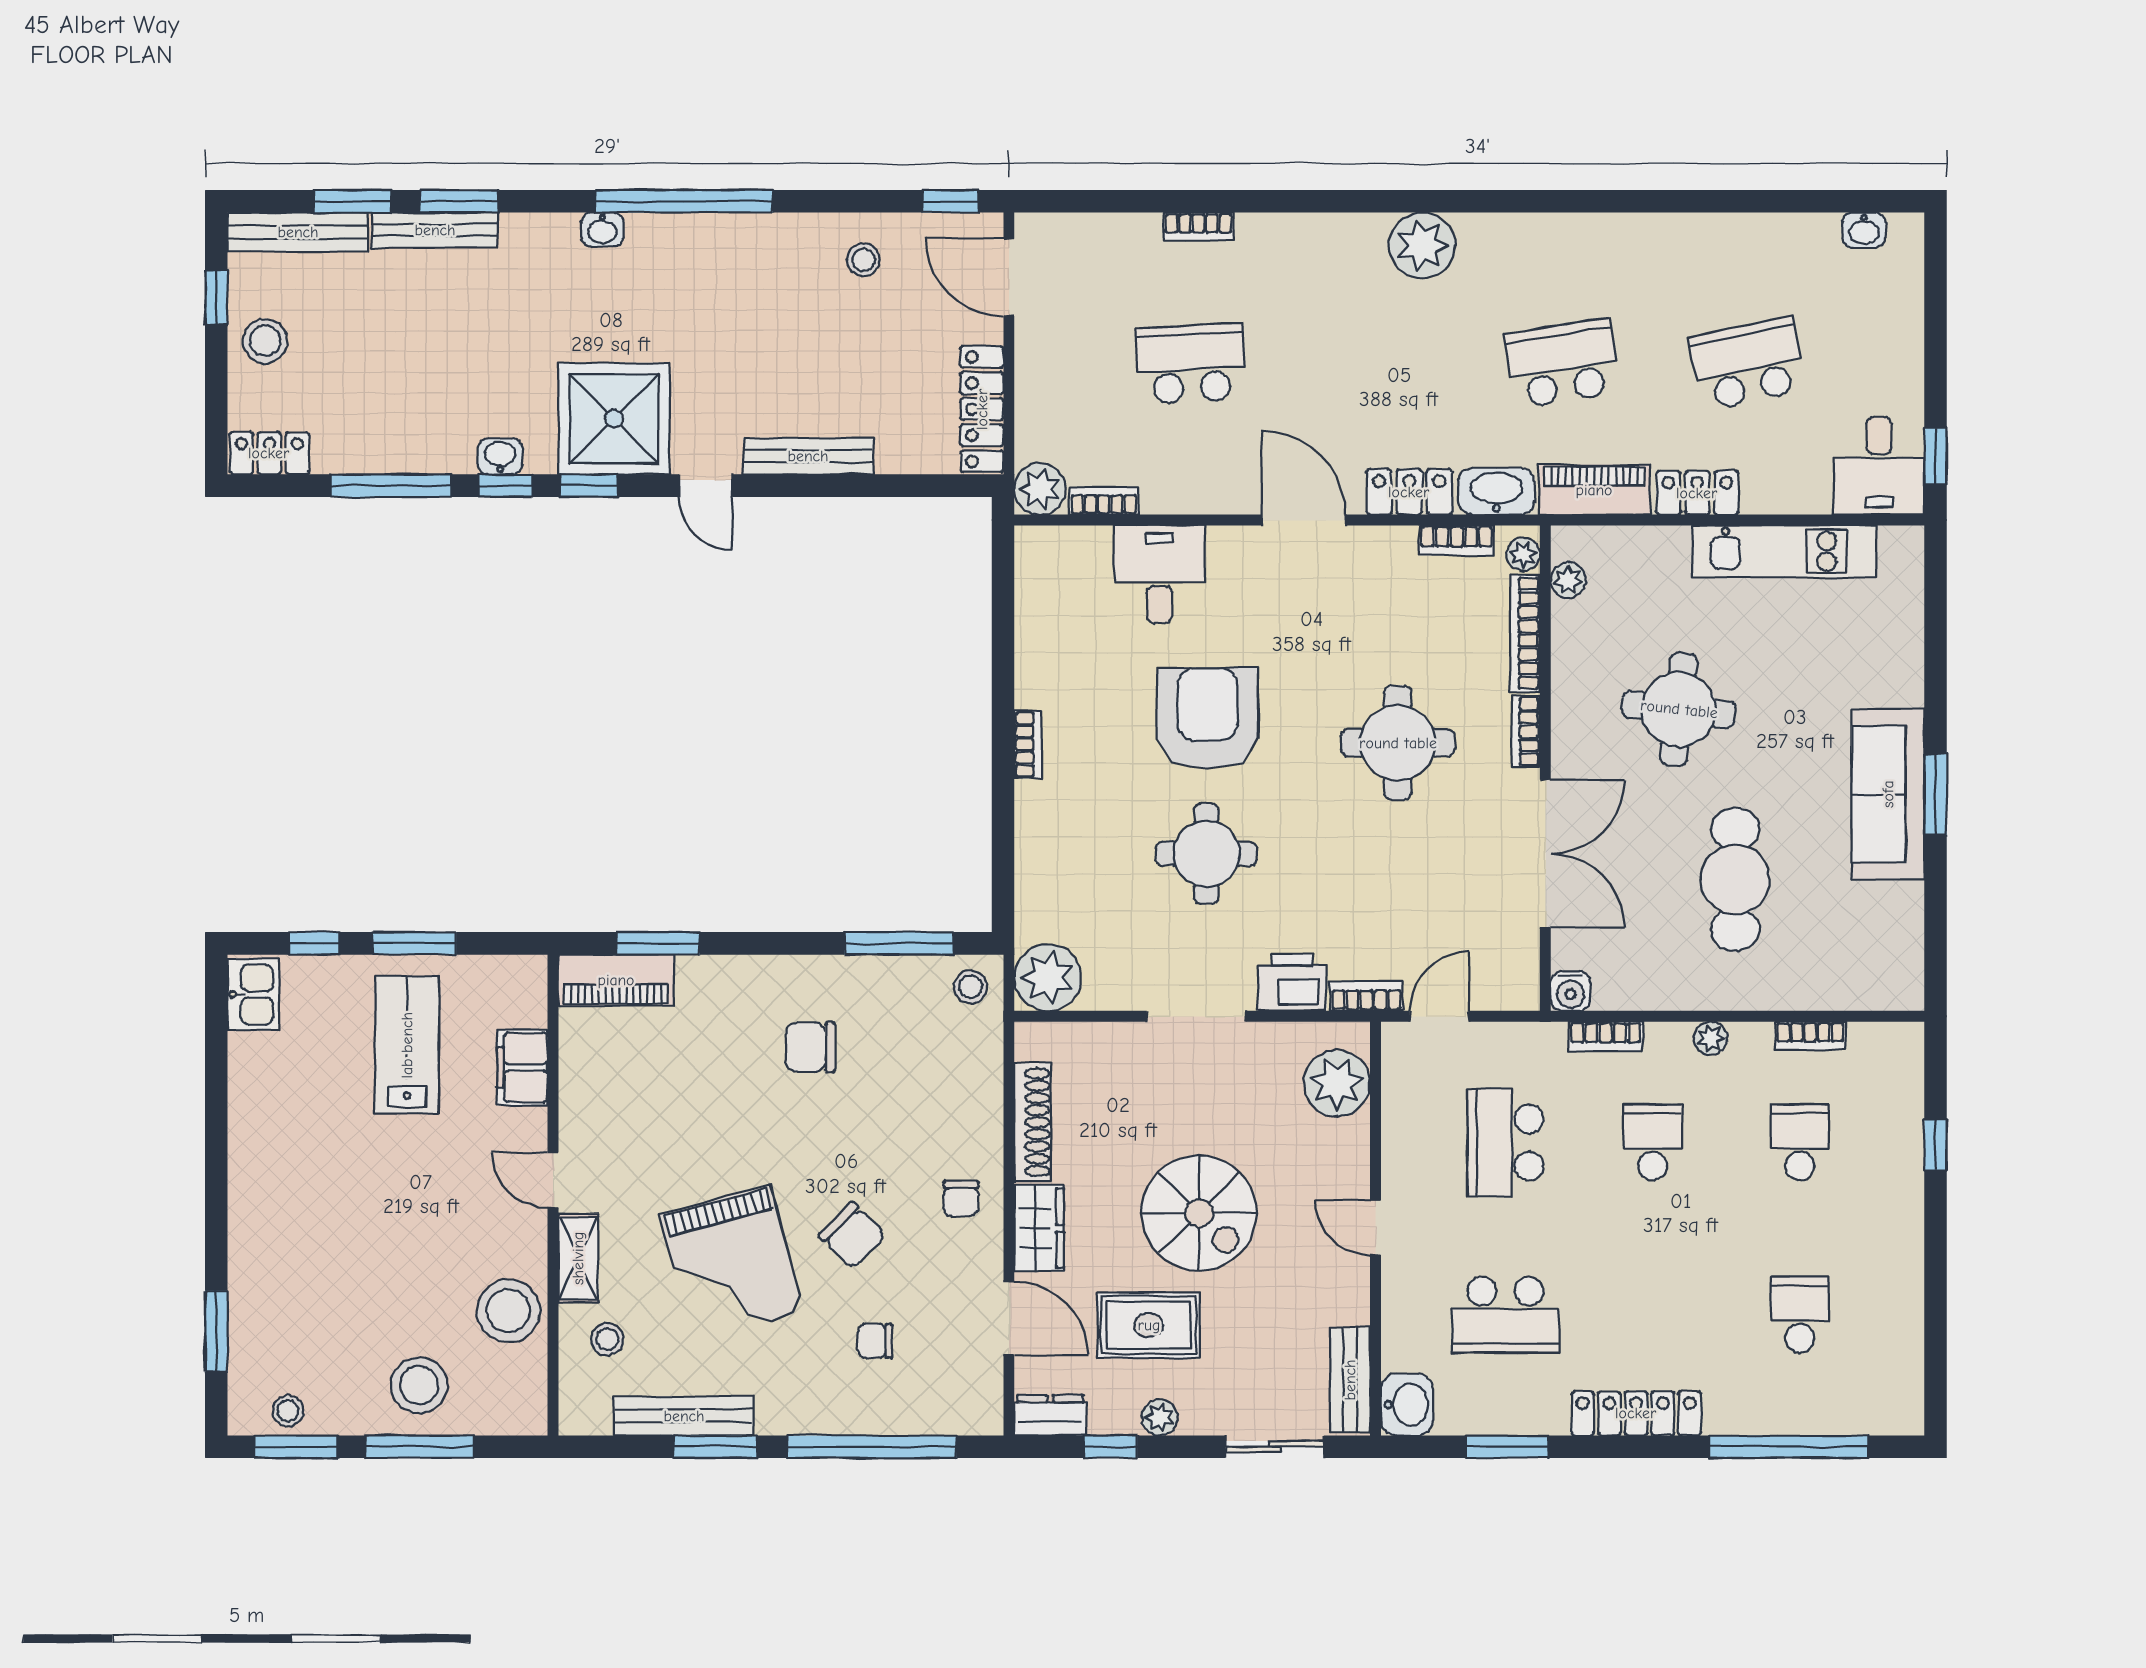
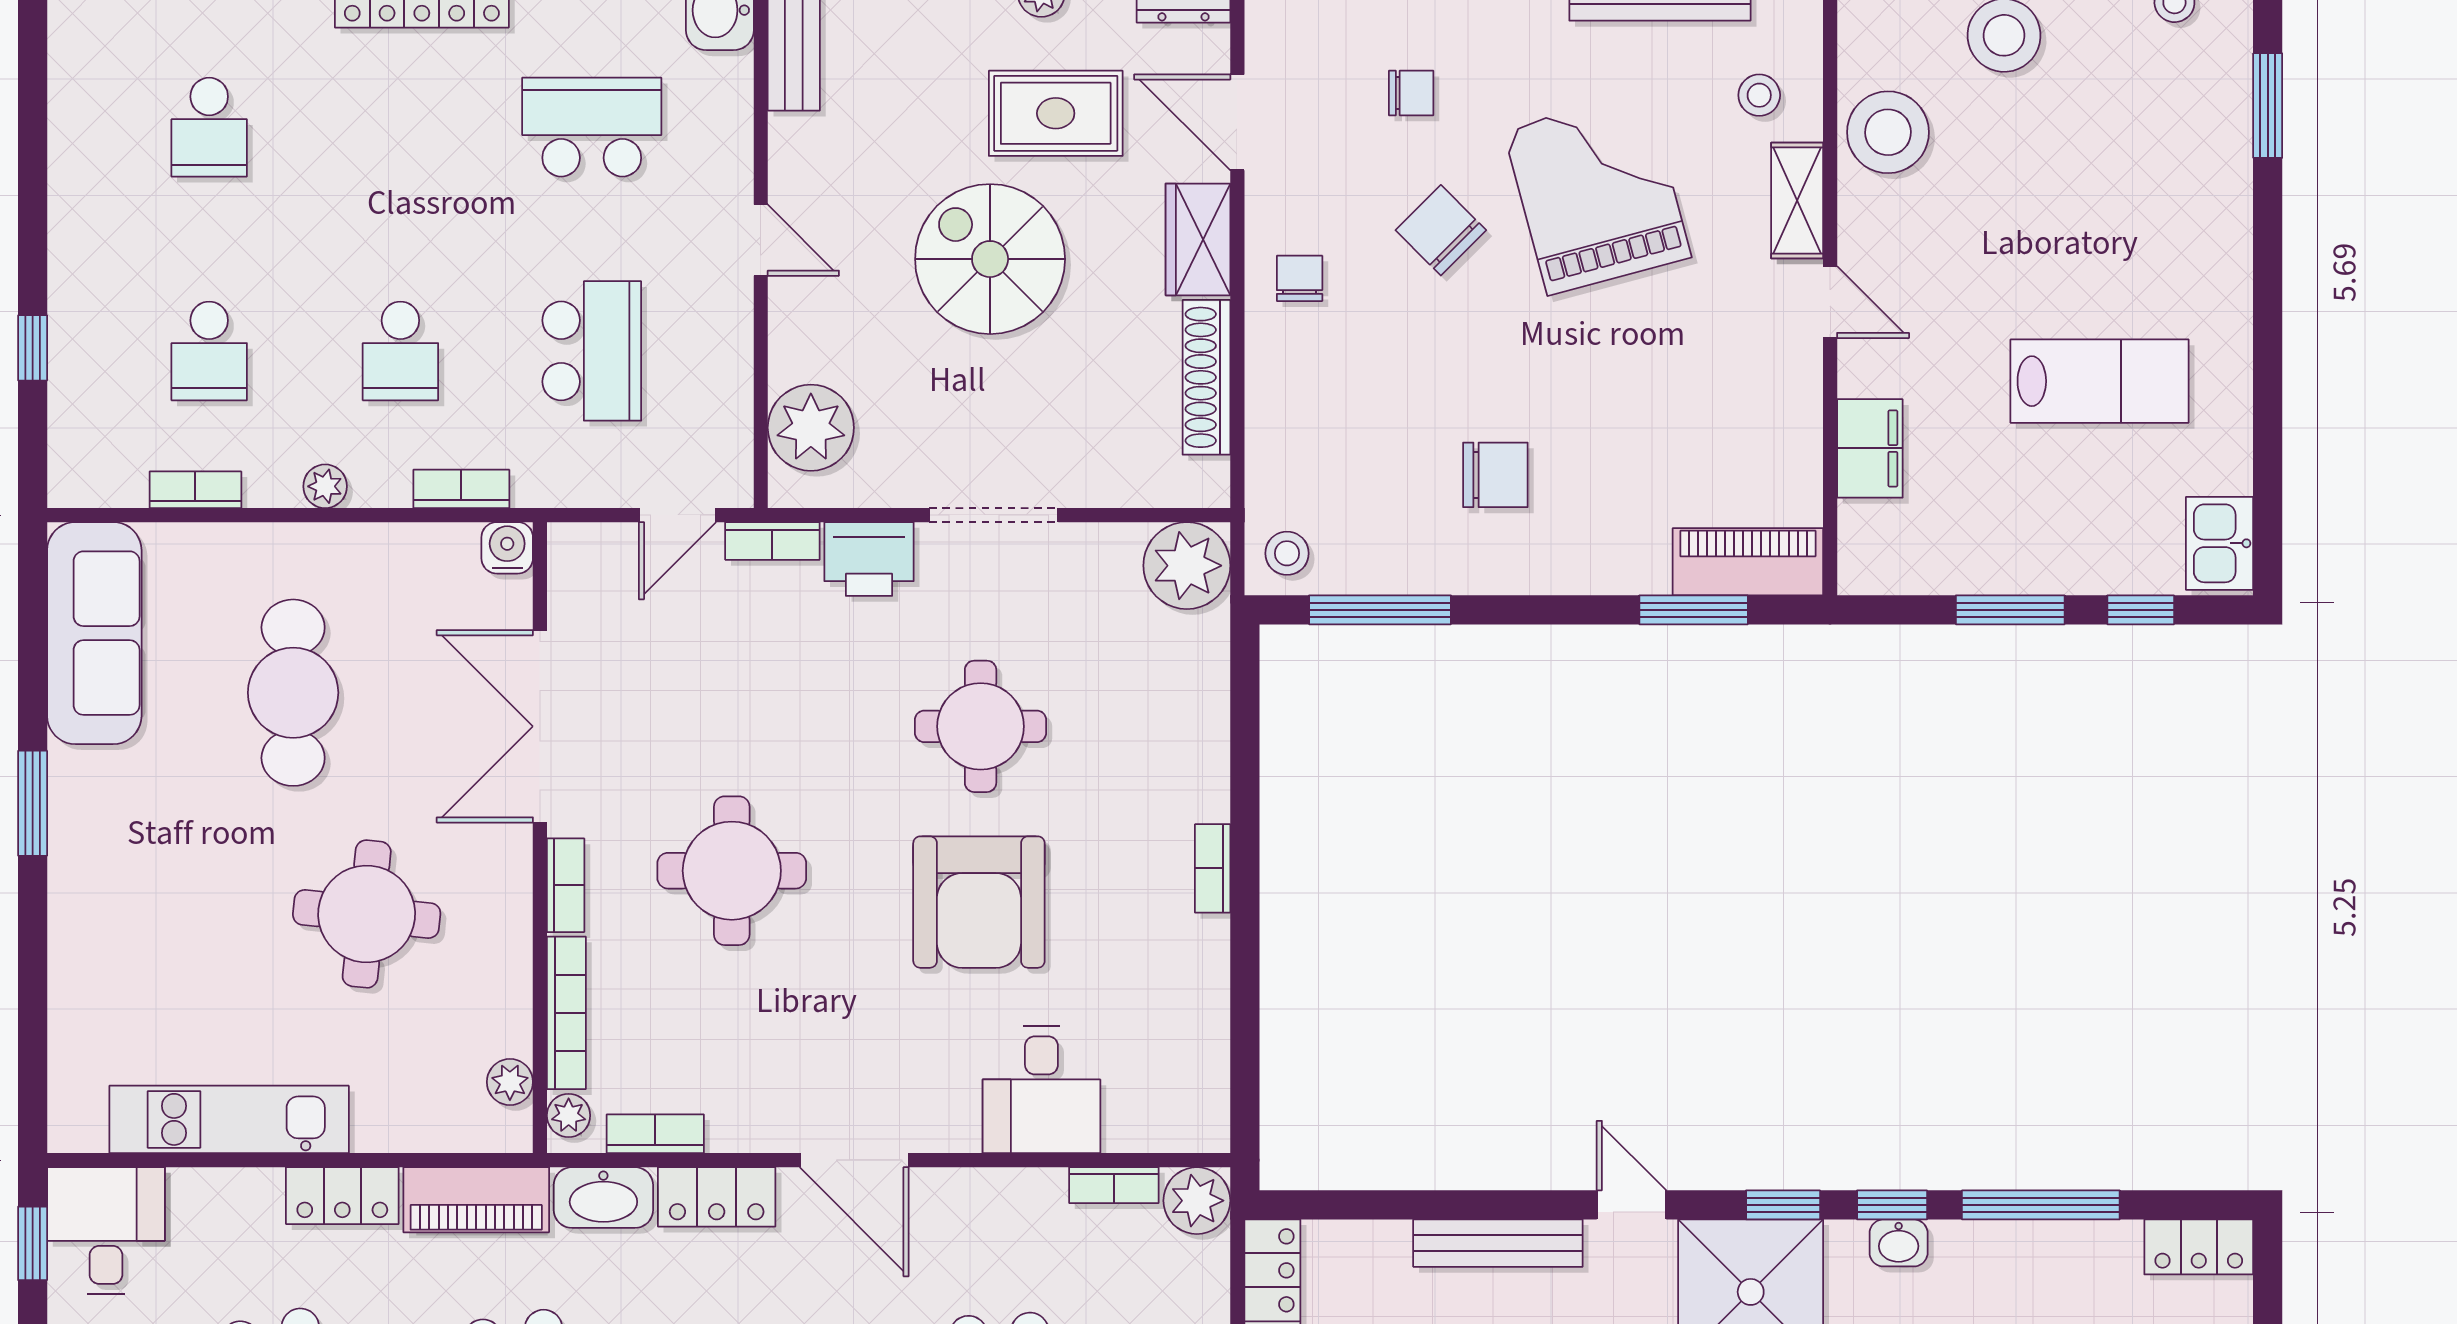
sofa: (1888, 794) -> (94, 633), moved
lab bench: (407, 1045) -> (2100, 381), moved, turned -90

